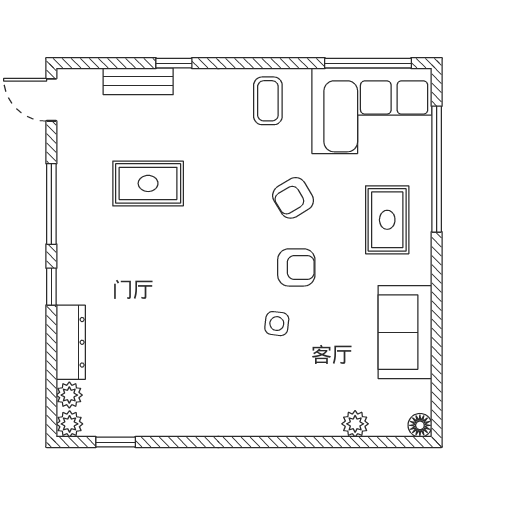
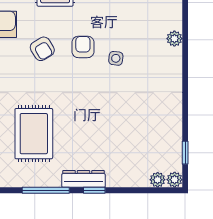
rug: (148, 183) -> (34, 134), width x1.36, depth x1.43
dresser: (71, 342) -> (83, 179), moved
plant: (355, 424) -> (174, 39), moved

